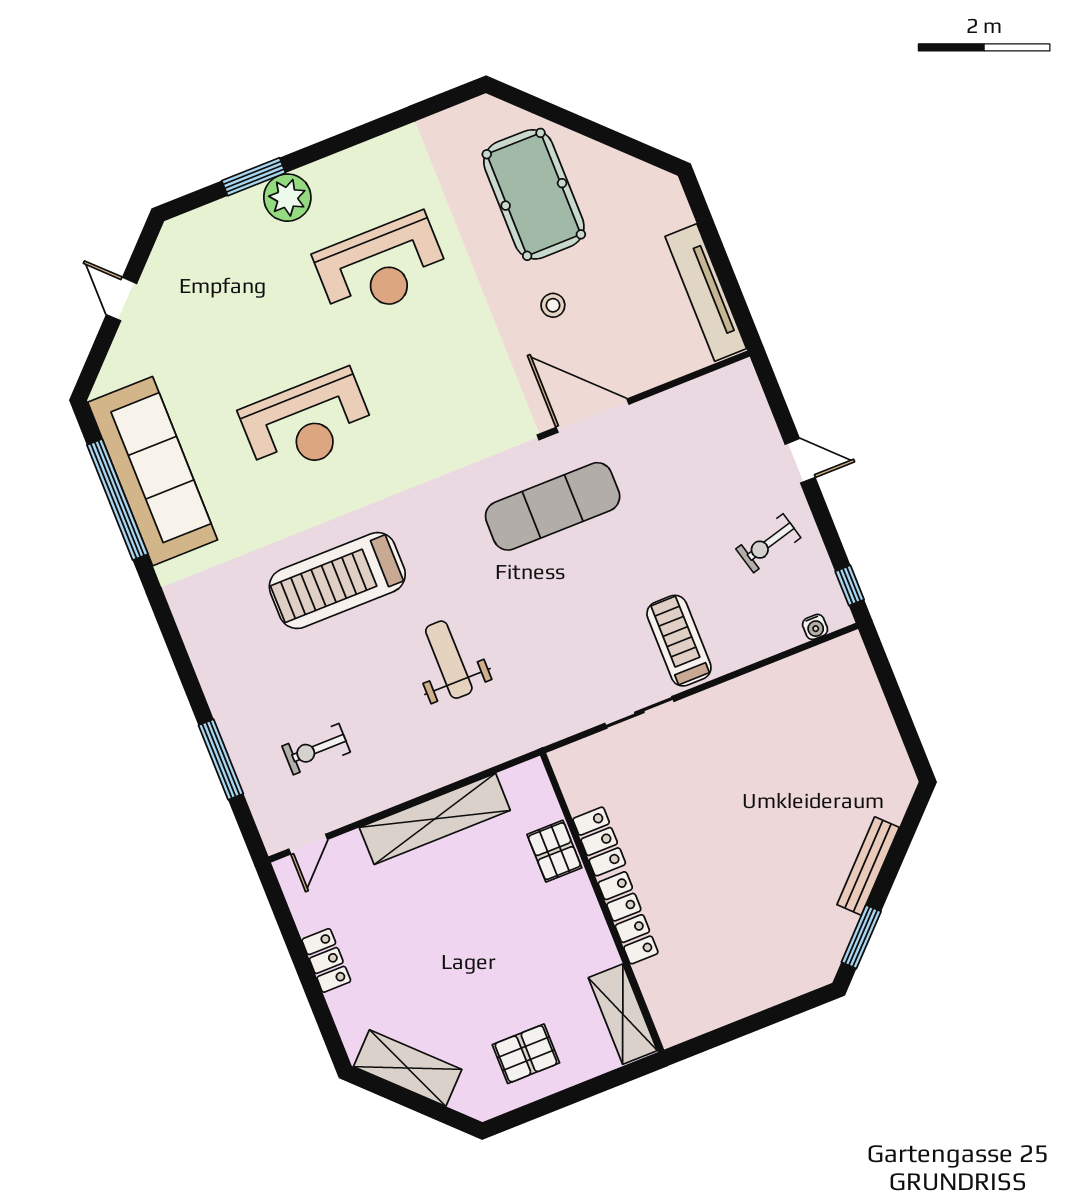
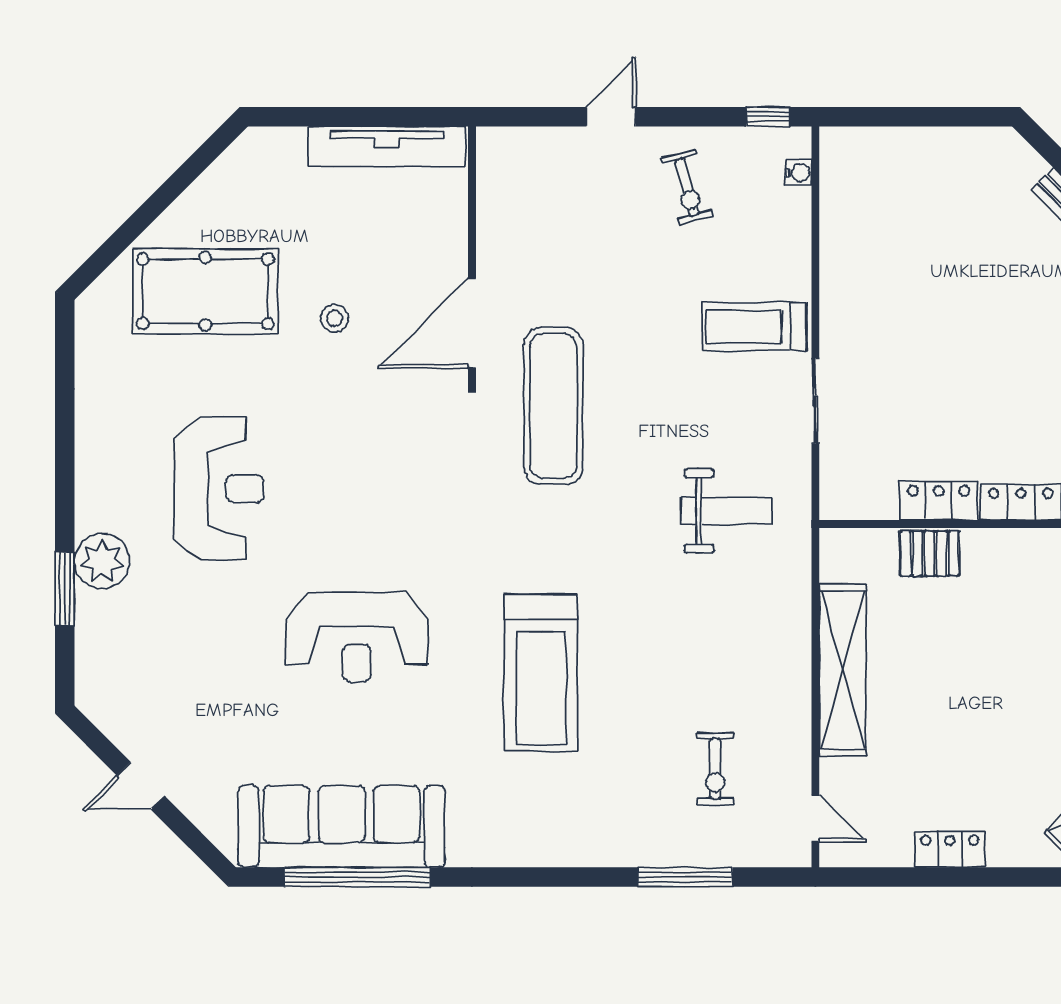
reception desk: (307, 423) -> (357, 637), turned 90
weight bench: (449, 660) -> (727, 511), moved, turned 180

